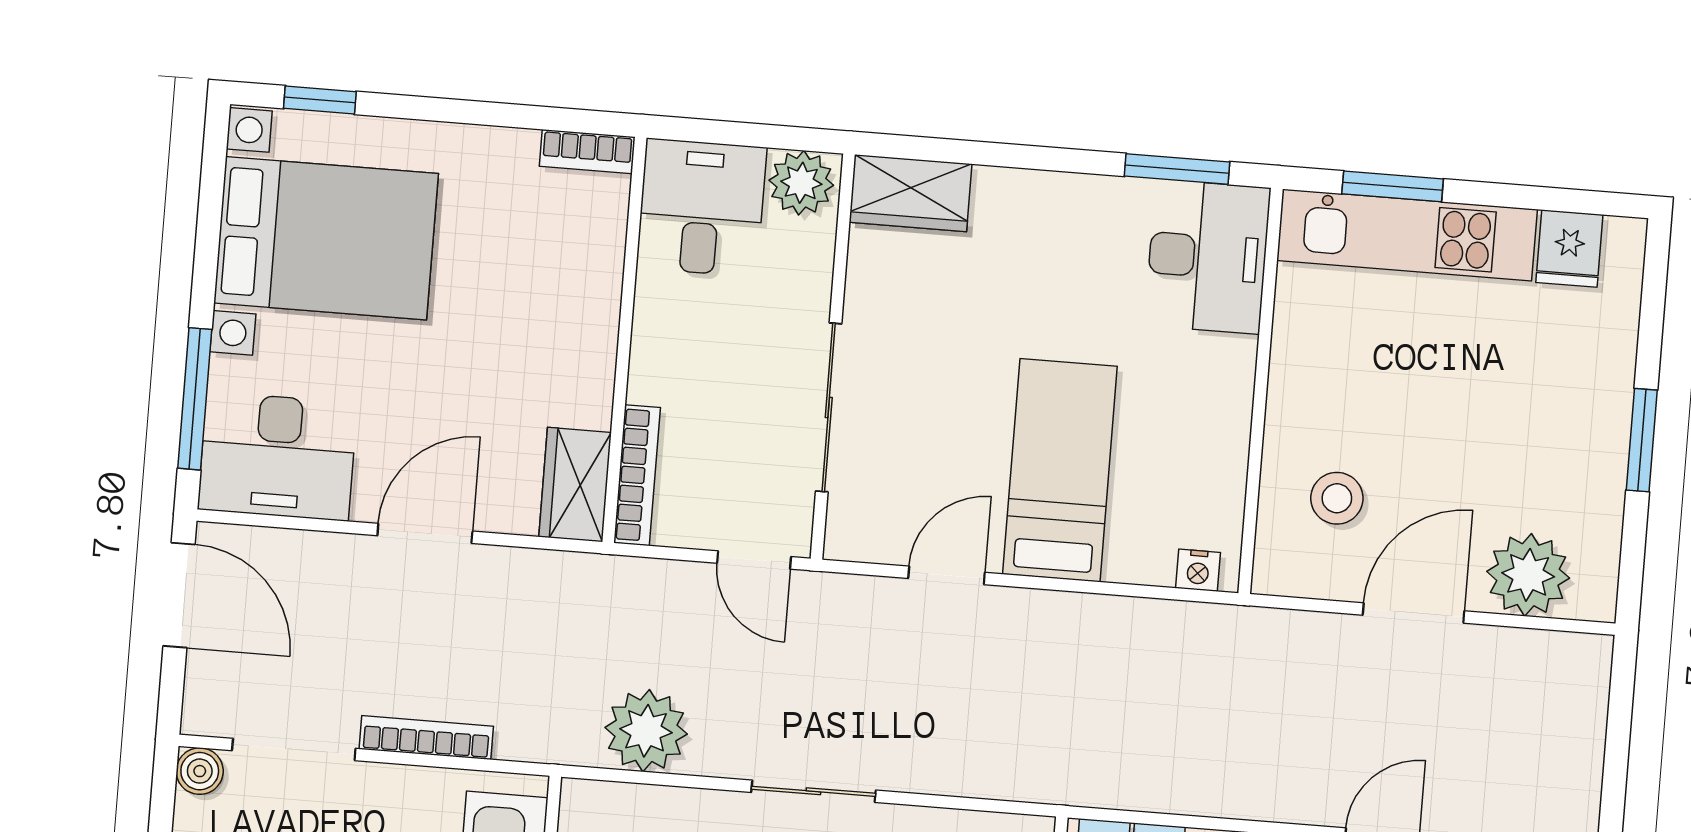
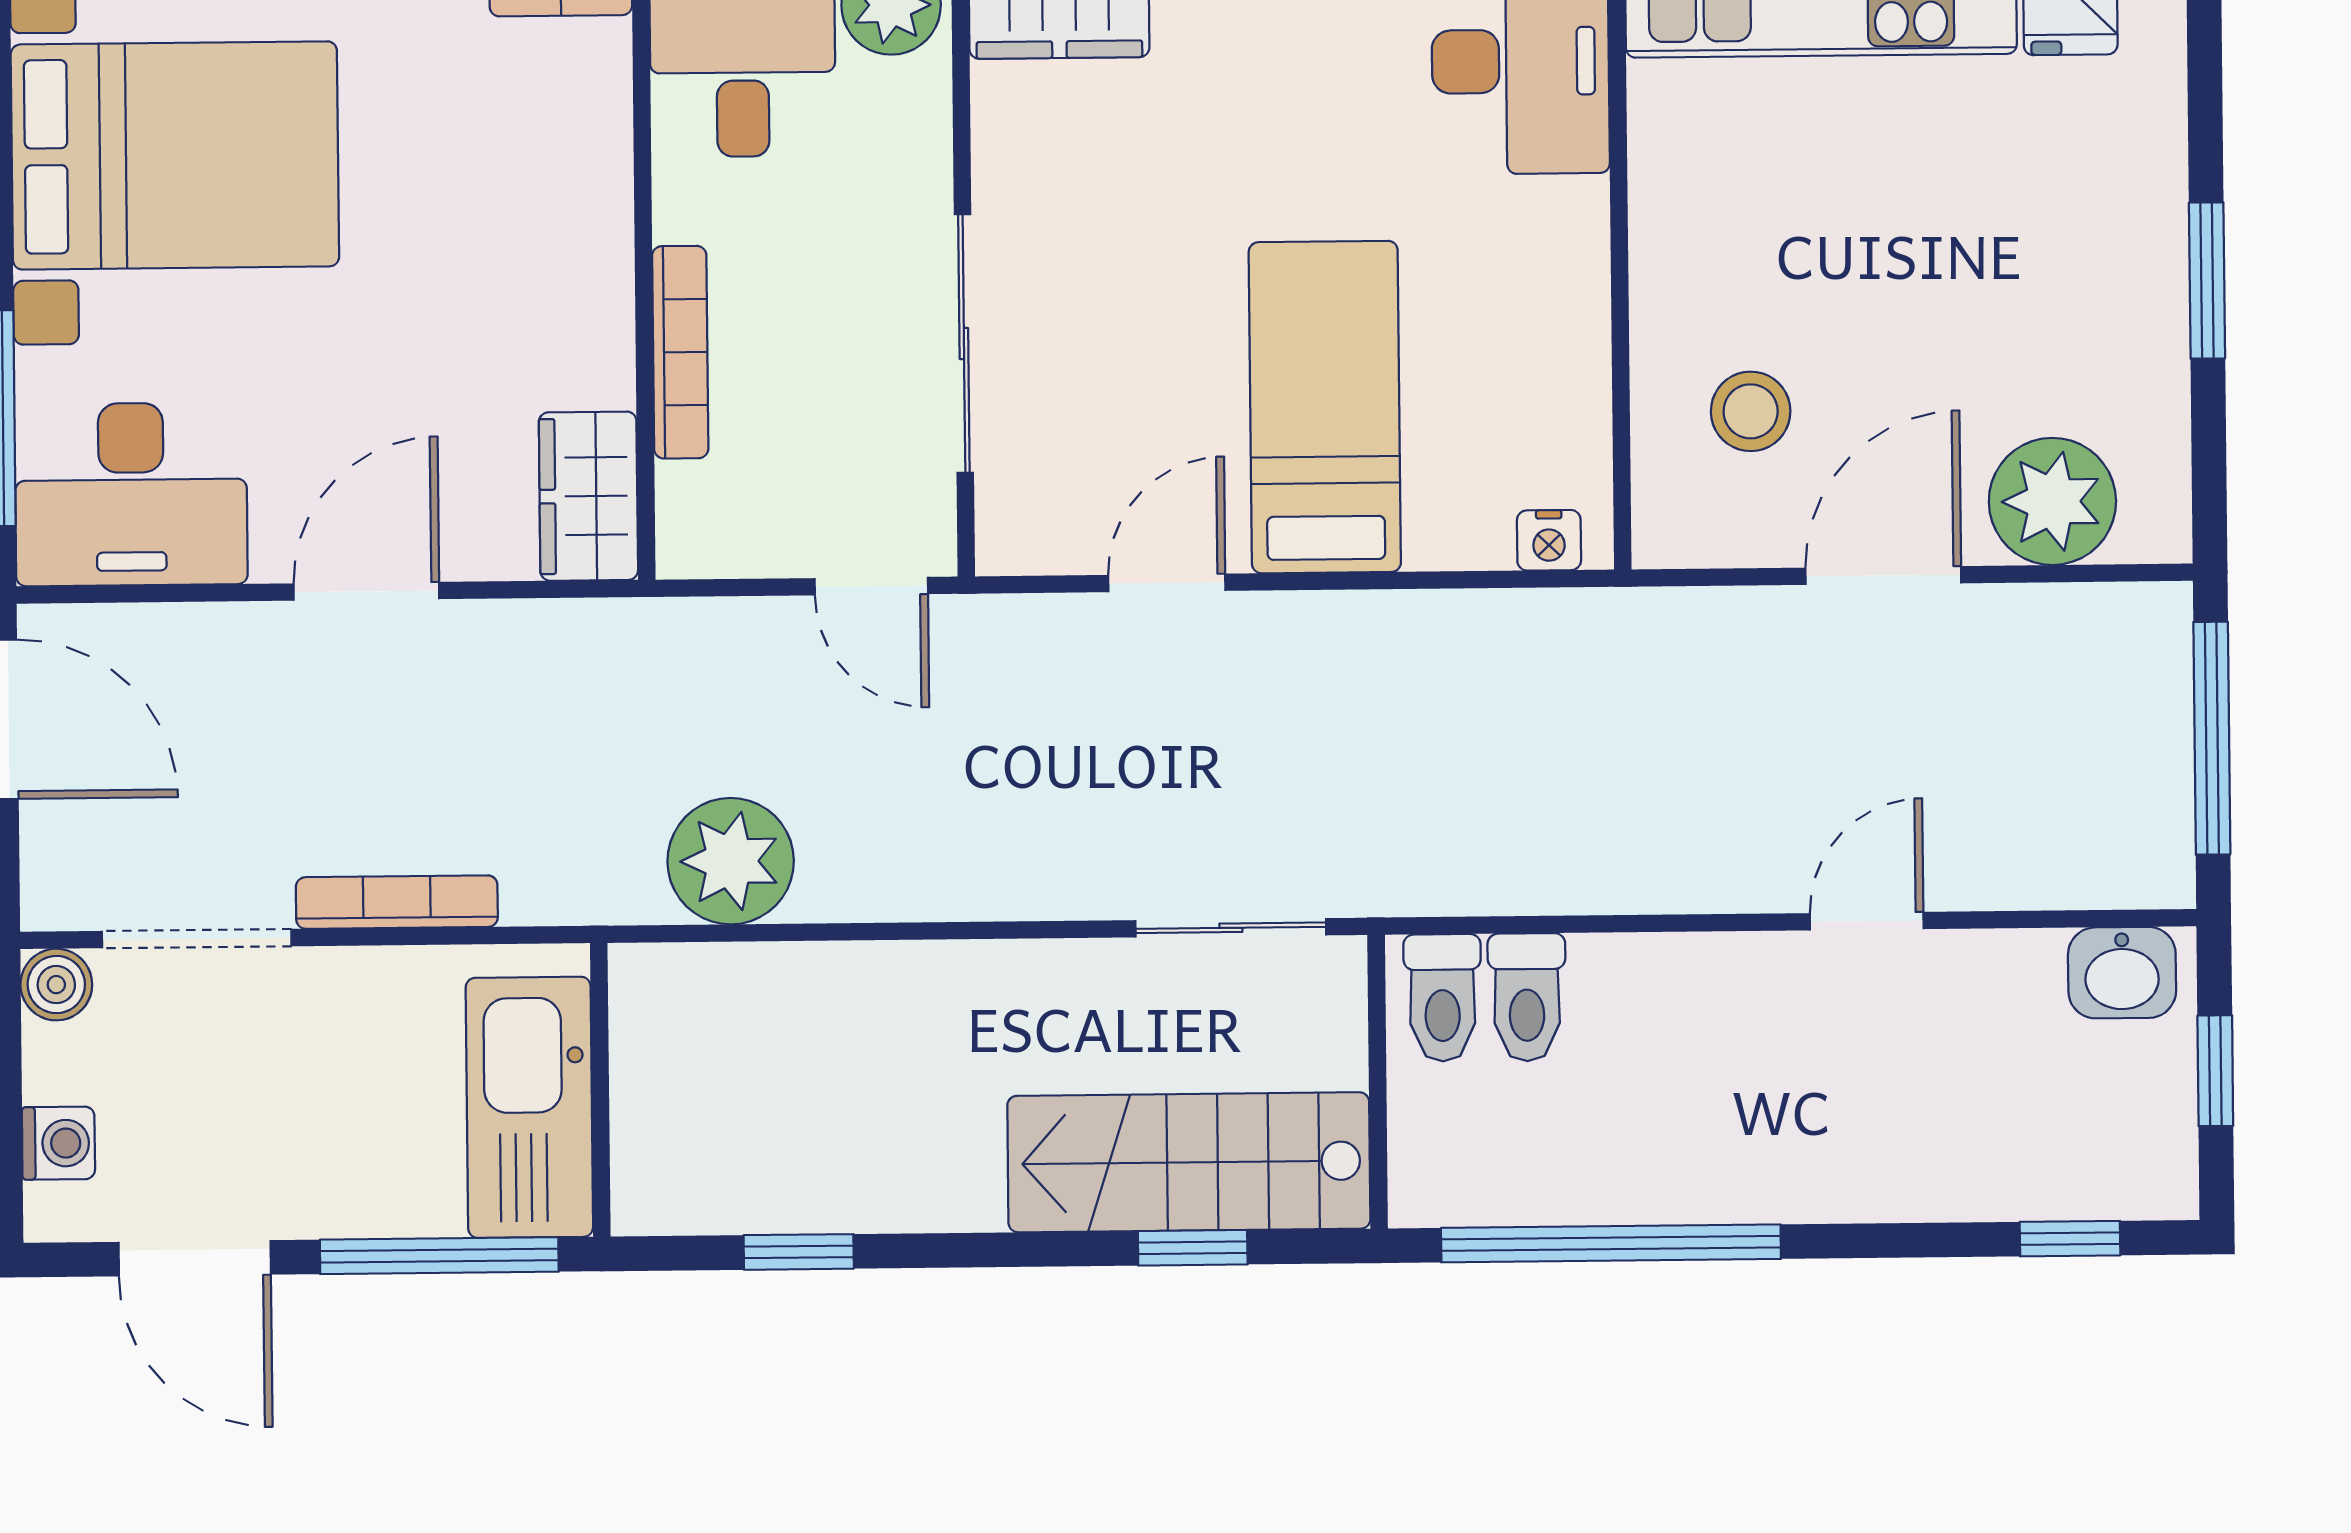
bookcase: (637, 475) -> (680, 352), moved
window: (1618, 738) -> (2212, 738), added
sliding door: (813, 791) -> (1231, 928), moved

